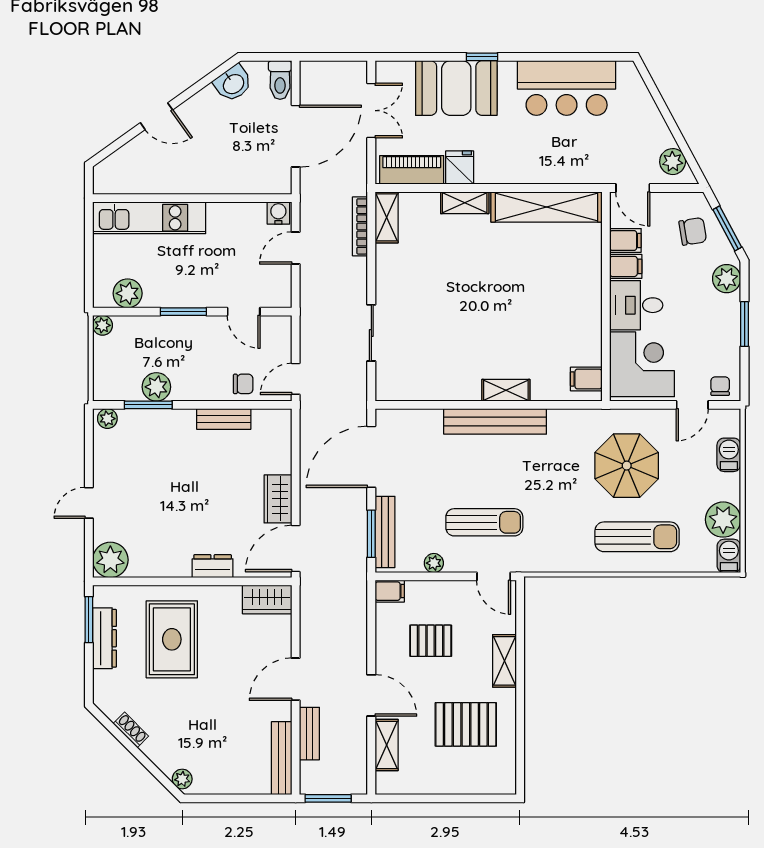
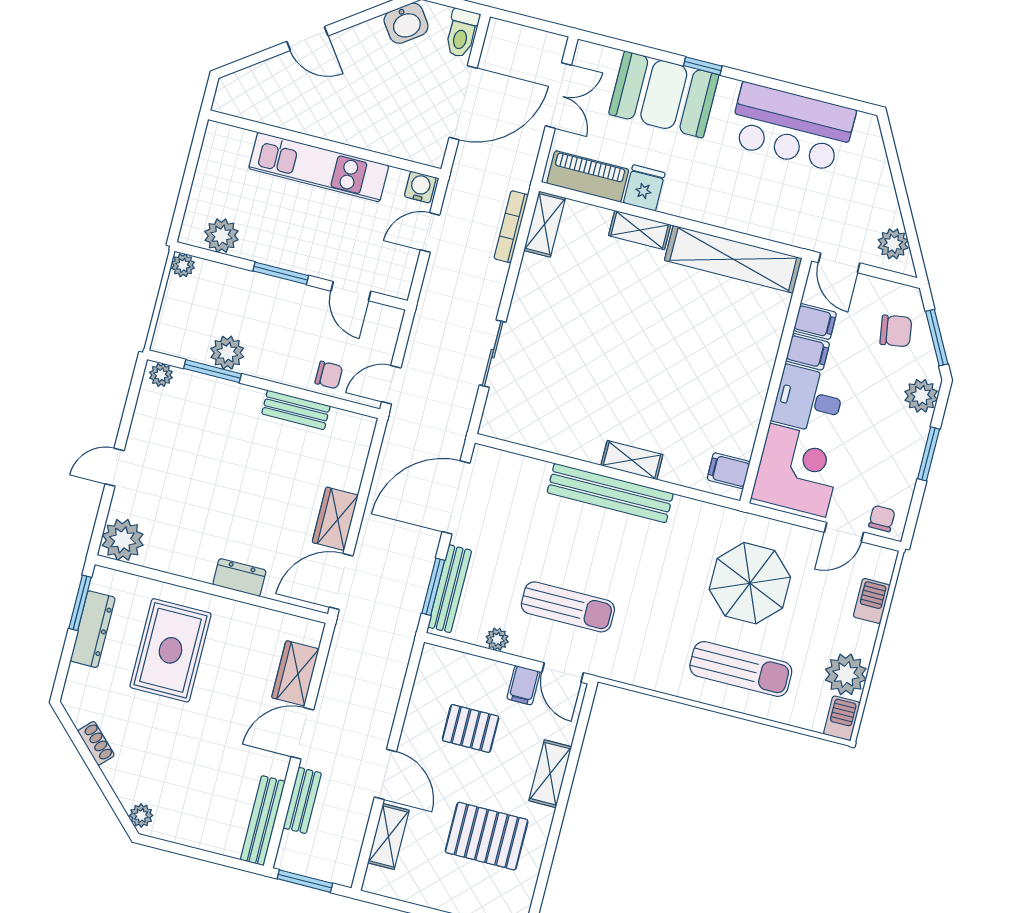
kitchen unit: (149, 218) -> (319, 167), moved
filing cabinet: (390, 591) -> (524, 685), moved, turned 90
wardrobe: (267, 600) -> (295, 673), moved, turned 90

